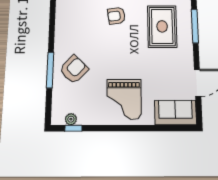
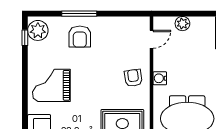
armchair: (74, 69) -> (80, 37), turned 46
plant: (71, 119) -> (38, 30), width x1.88, depth x1.88

